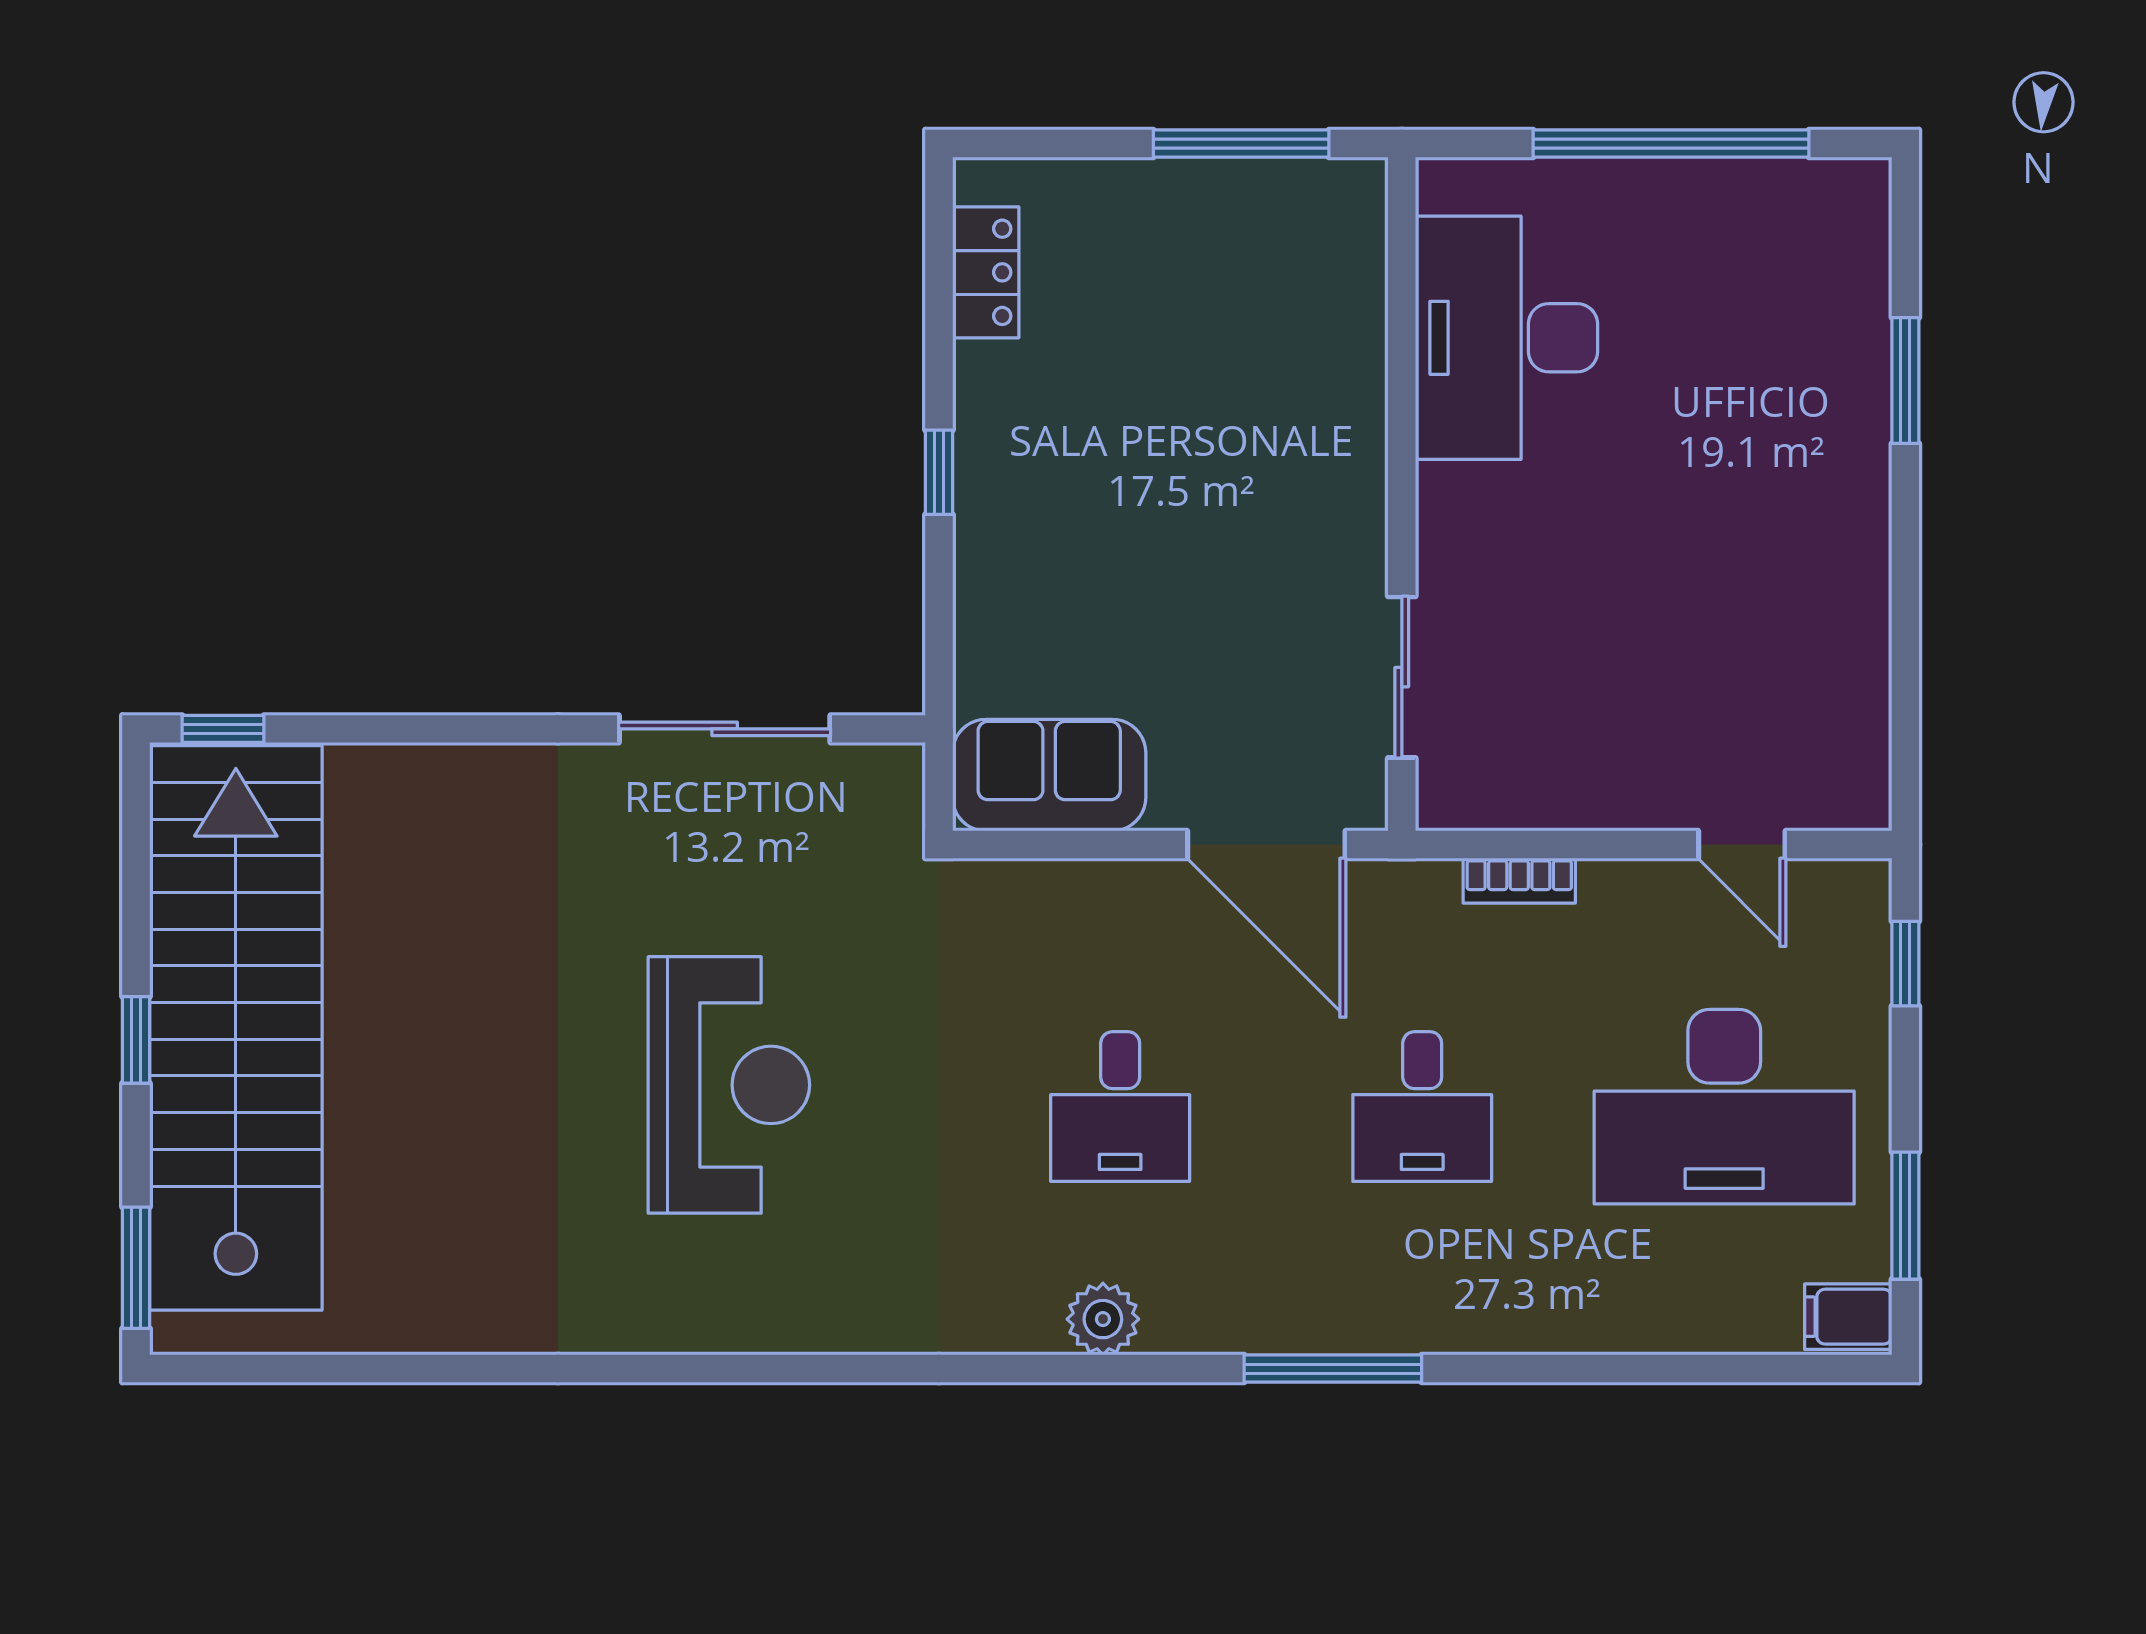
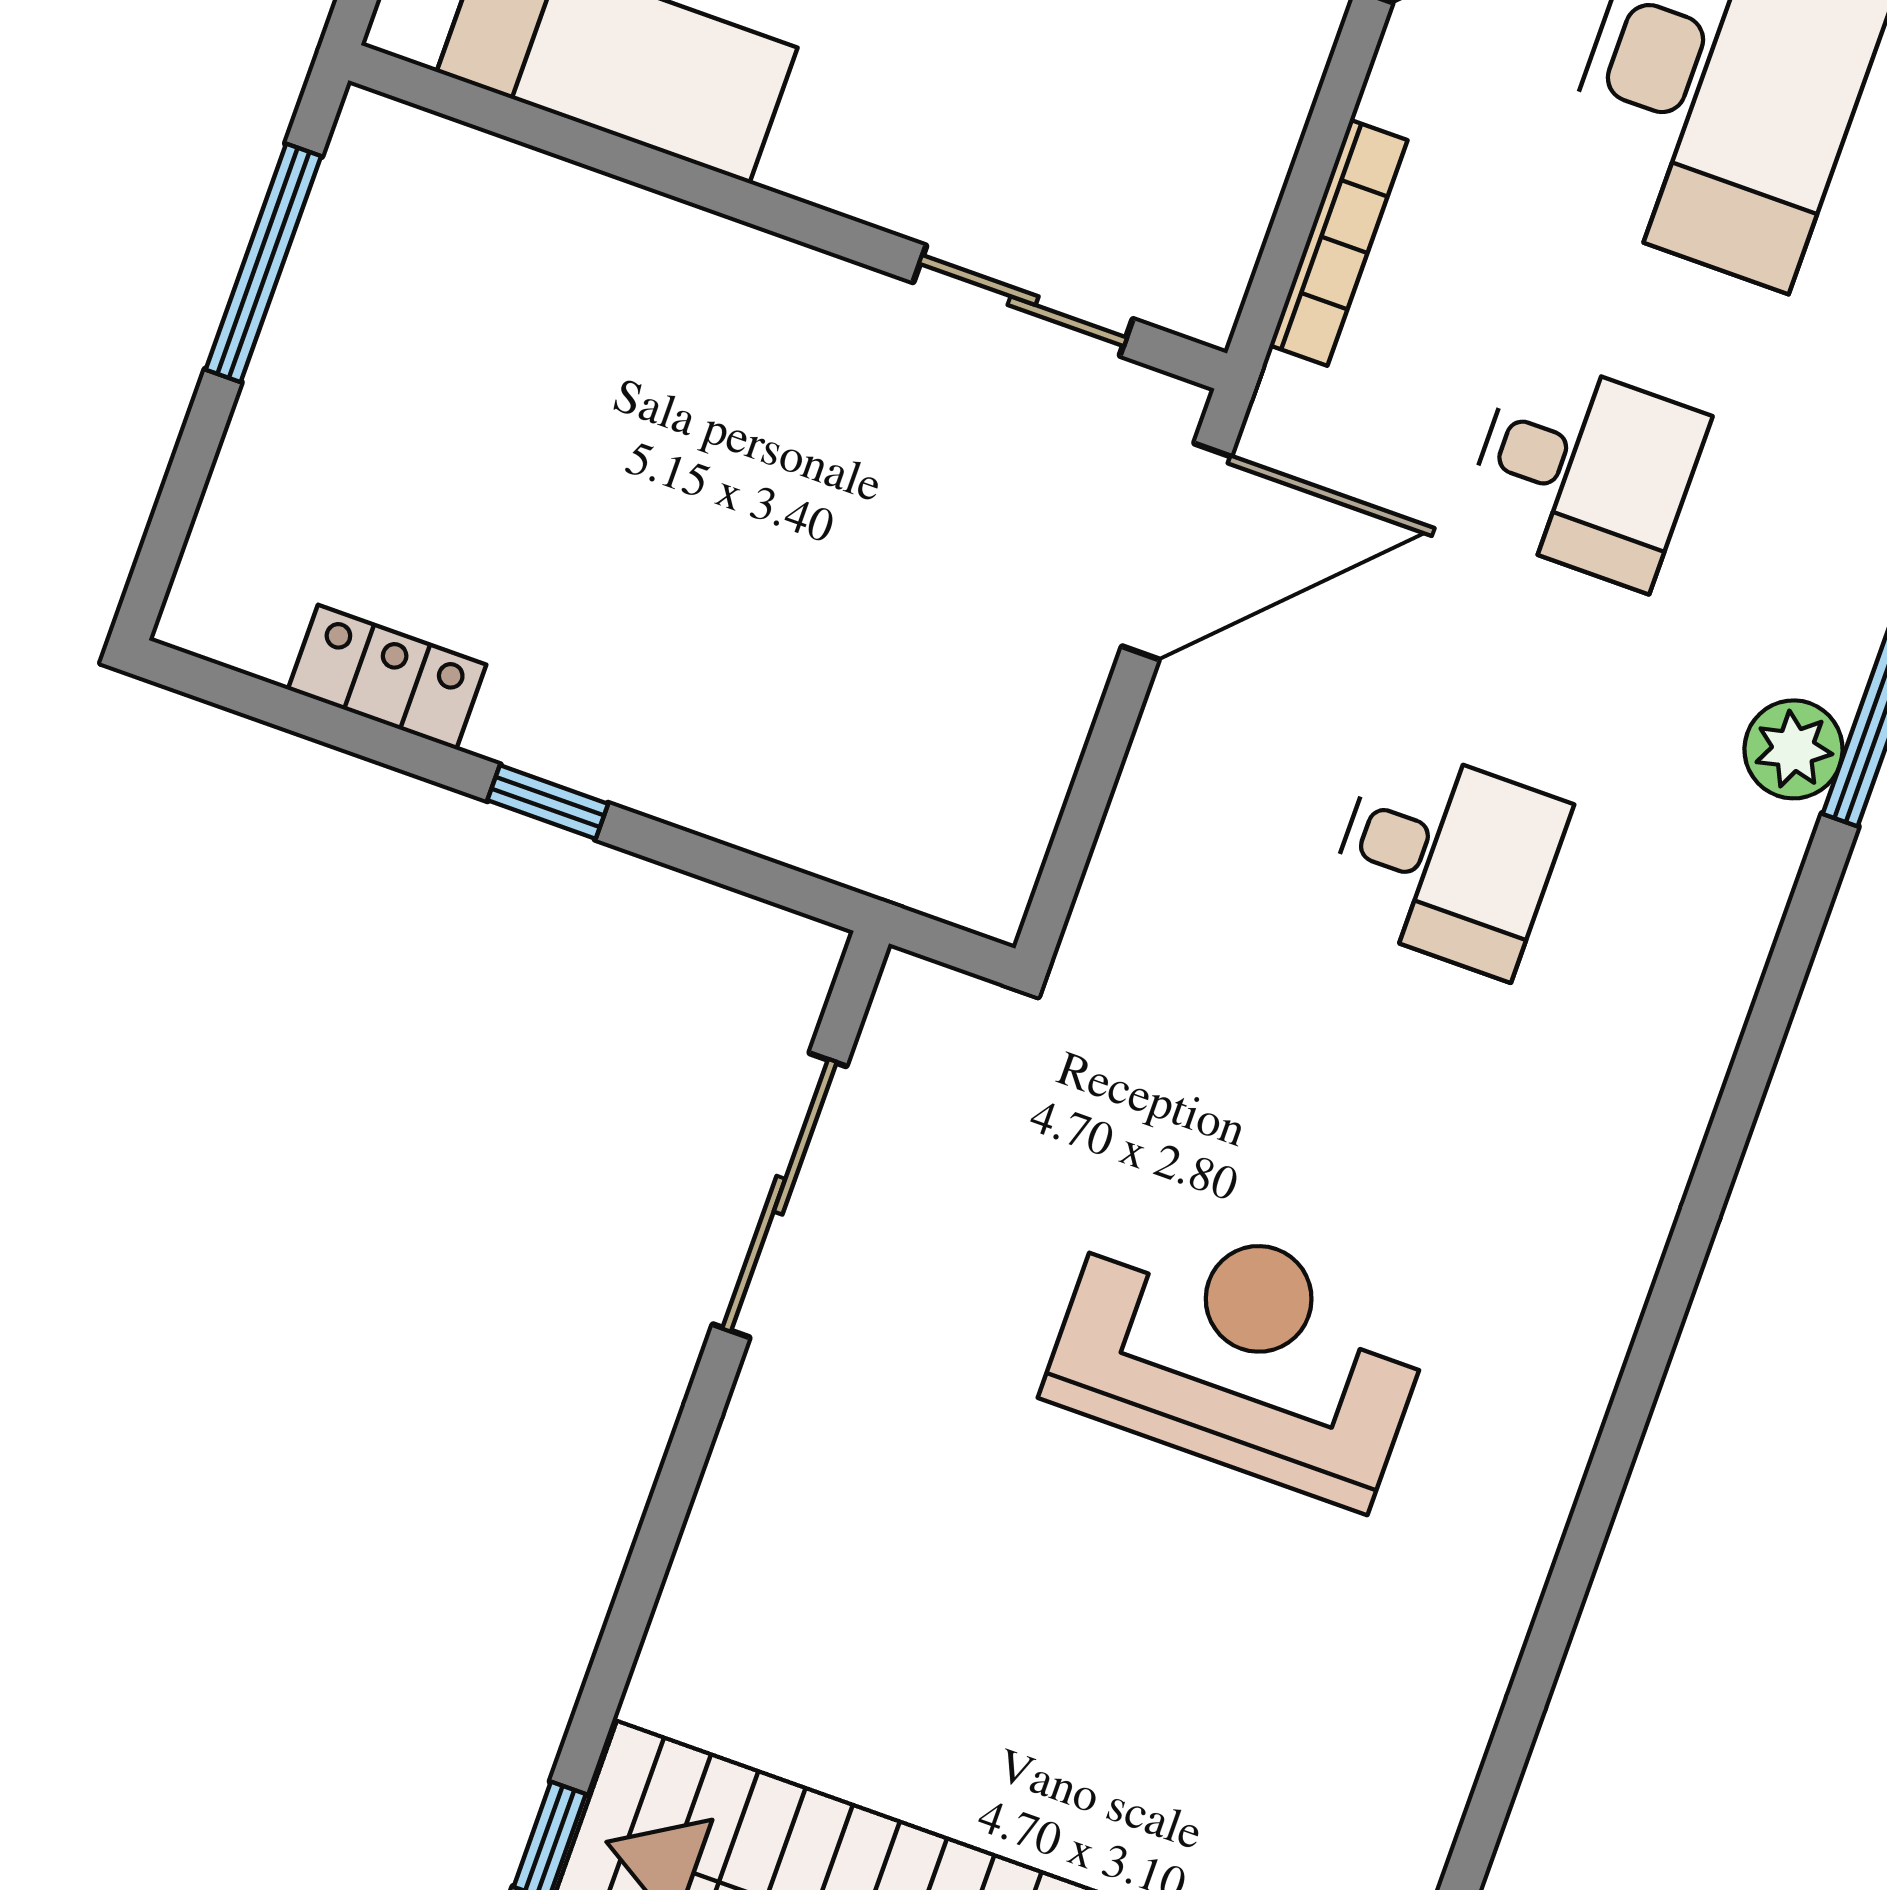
locker: (986, 272) -> (387, 677), moved
sofa: (1049, 775) -> (988, 799), removed
bookcase: (1519, 881) -> (1339, 243), width x1.56
plant: (1103, 1319) -> (1794, 749), moved

